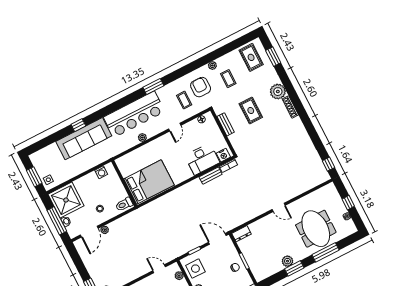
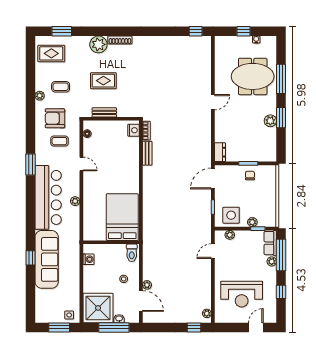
desk: (202, 159) -> (127, 153), removed

